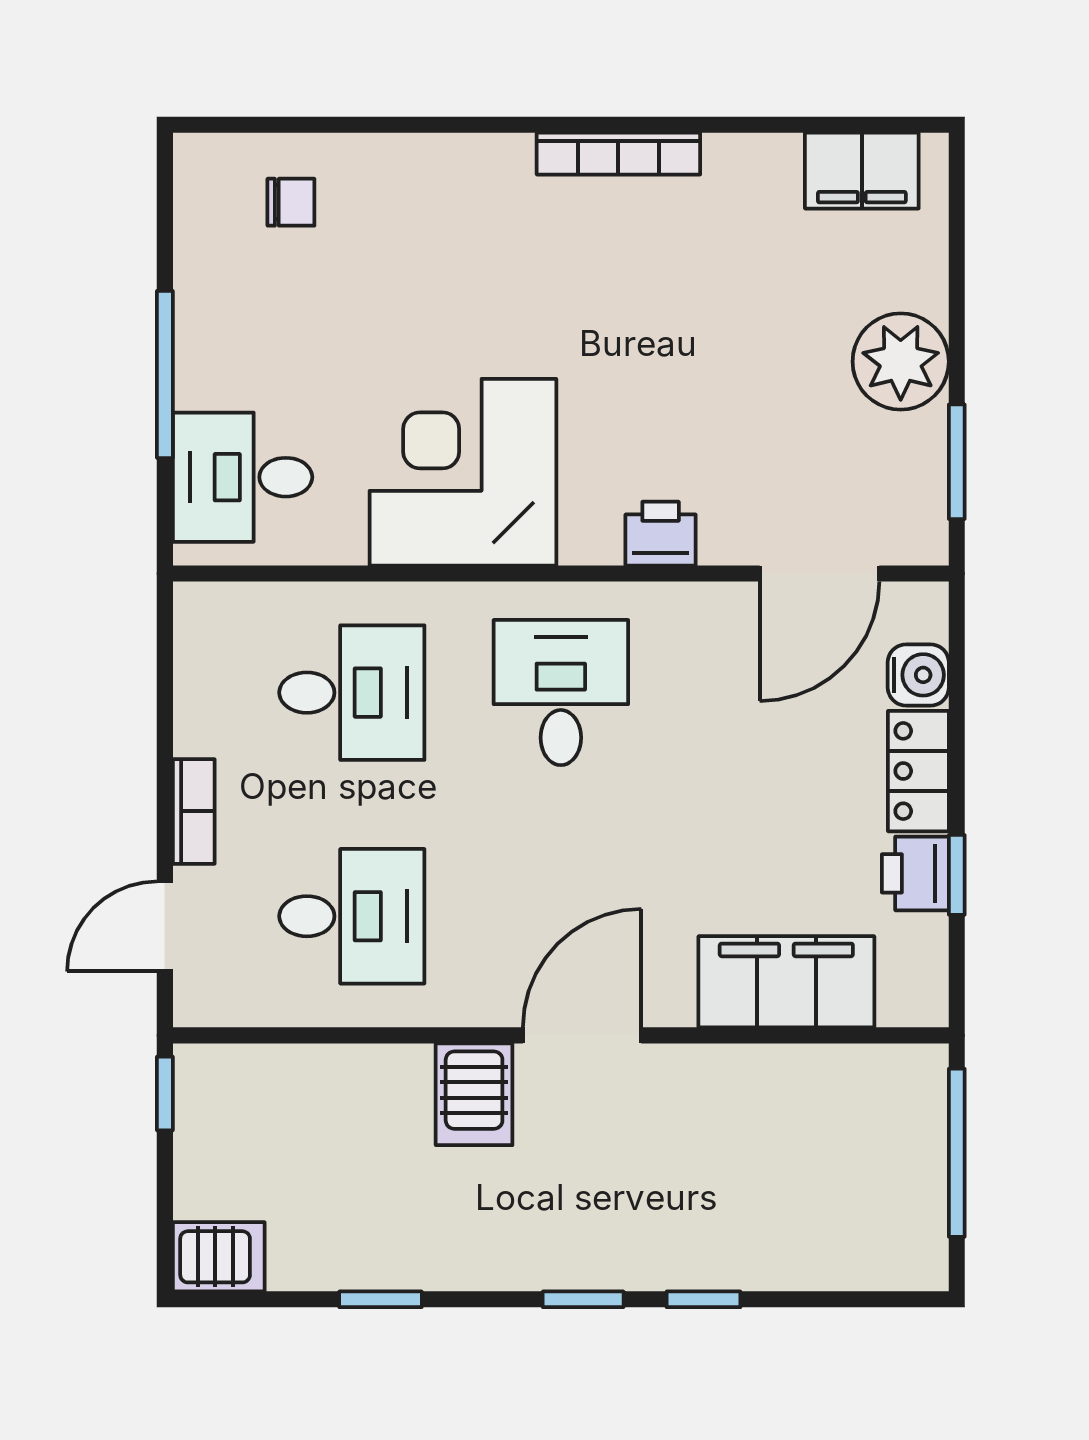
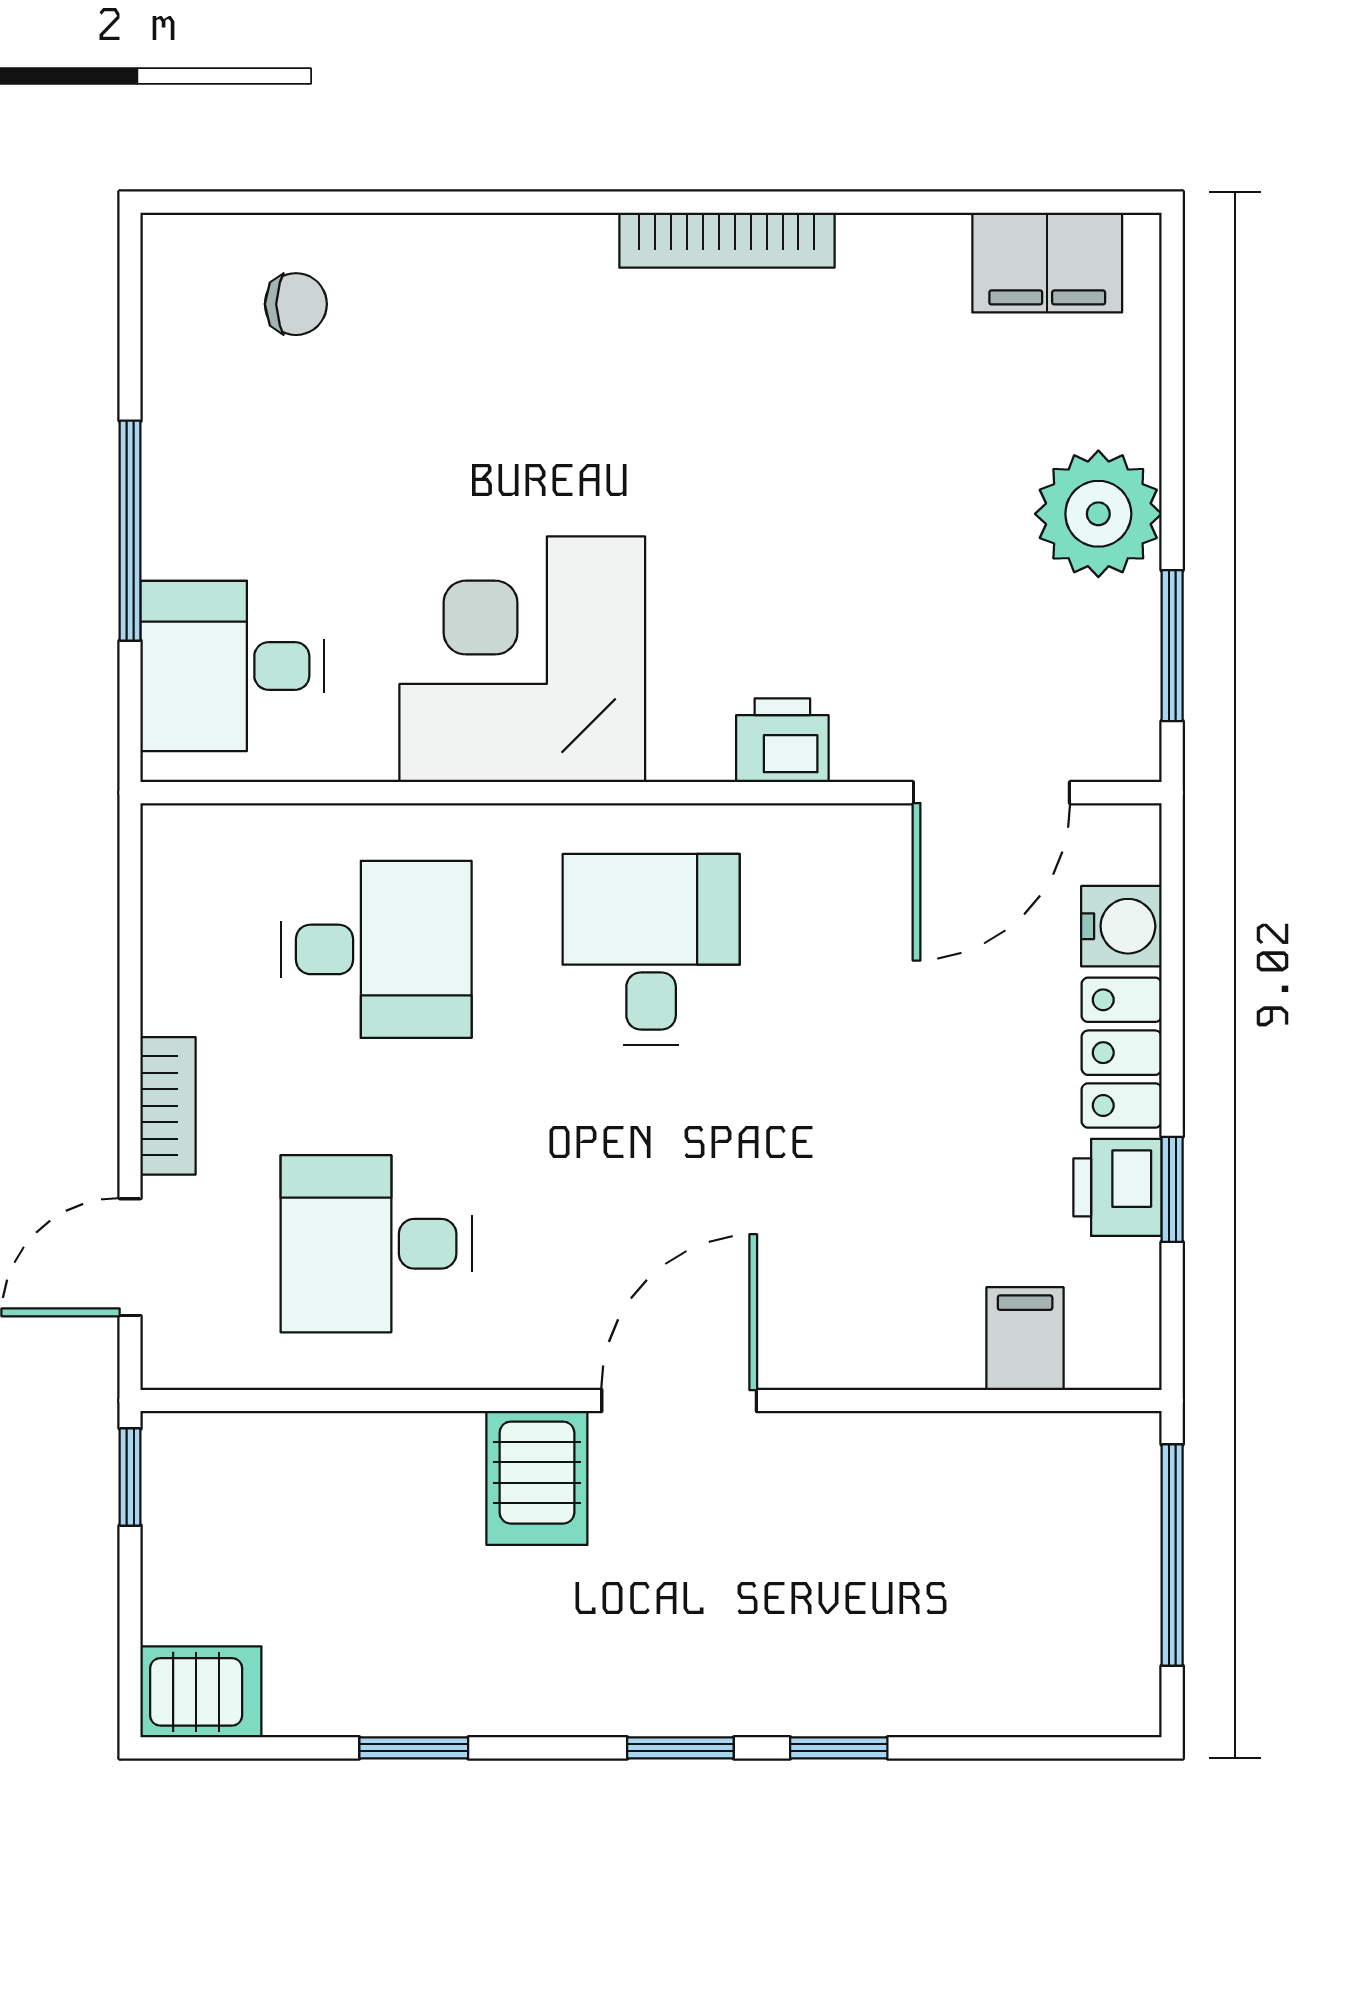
desk: (352, 916) -> (376, 1244), turned 180
filing cabinet: (786, 982) -> (1025, 1339), width x0.33, depth x0.86

